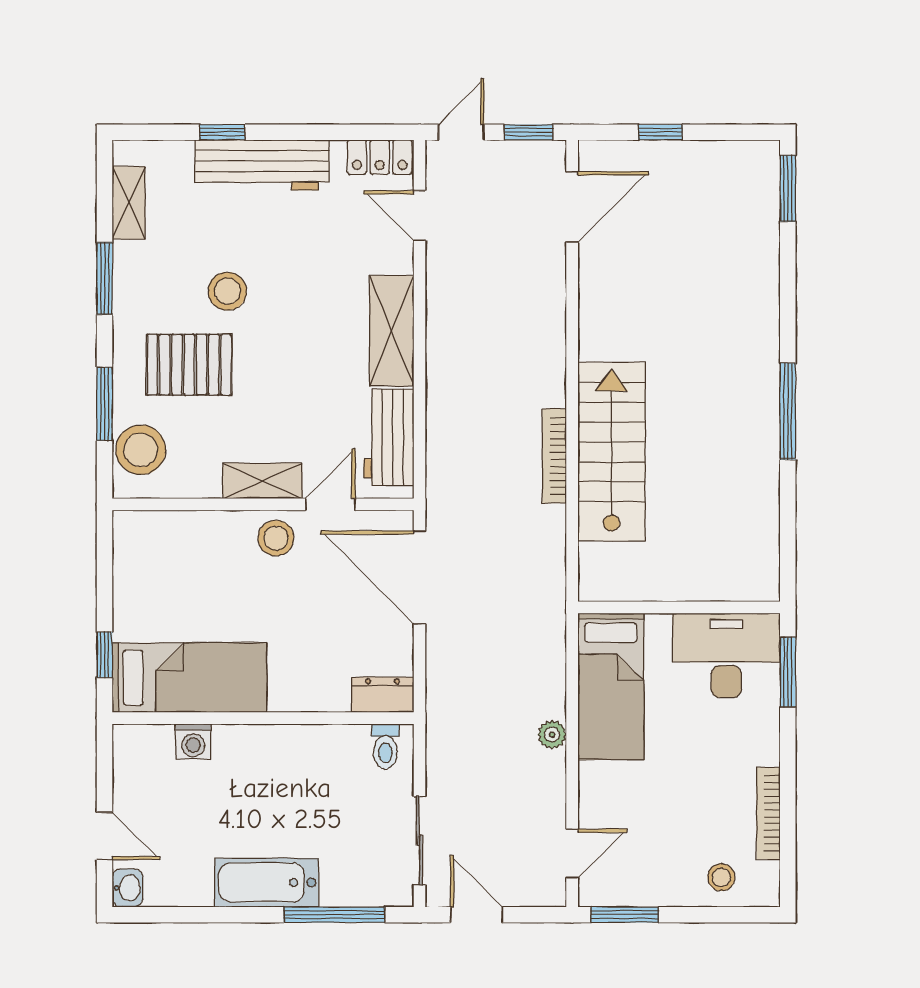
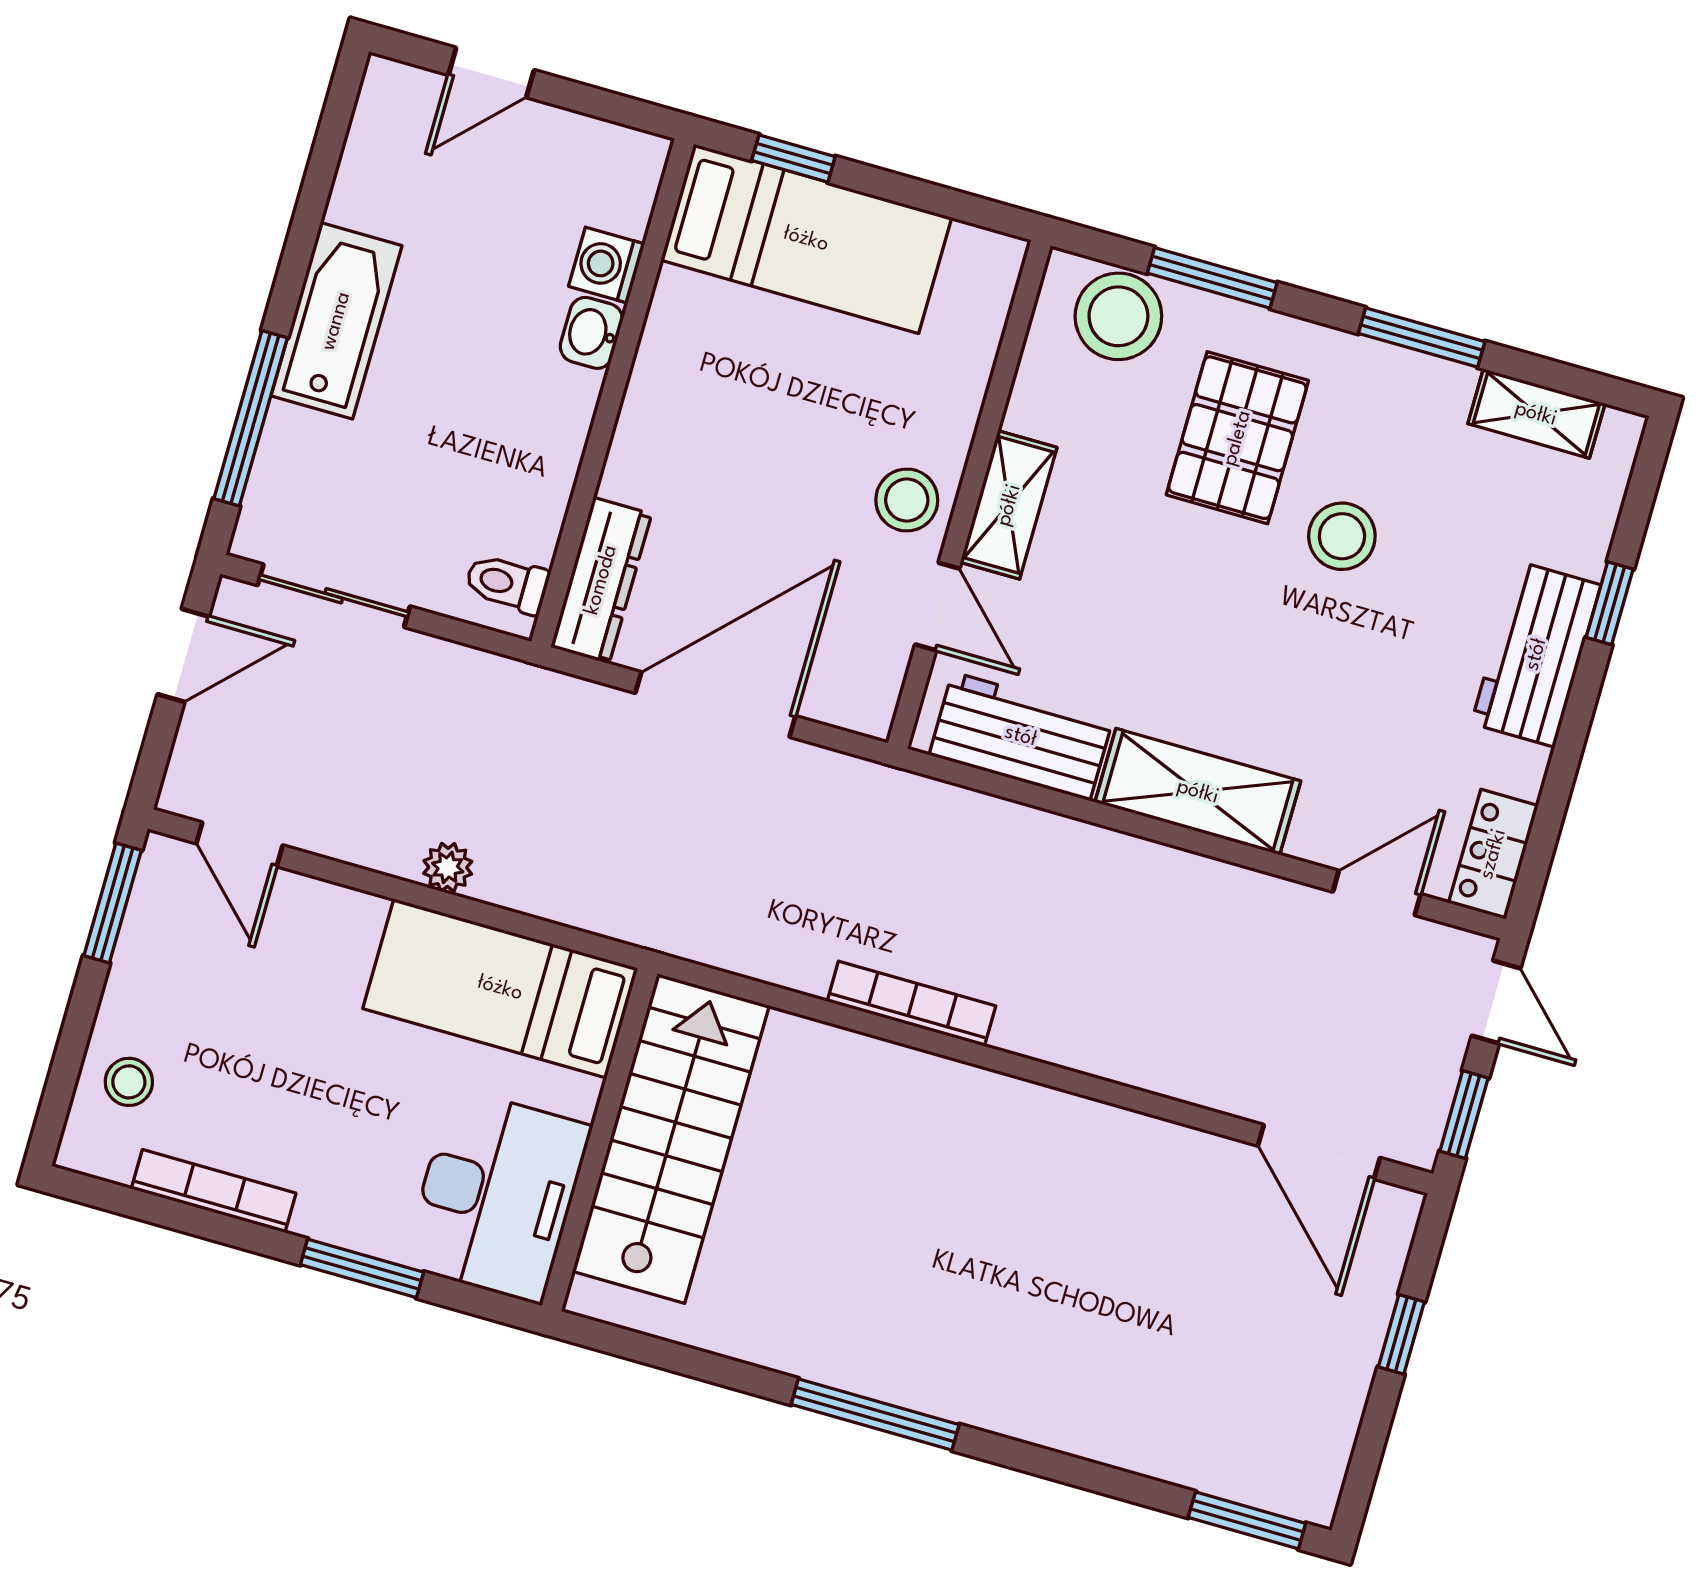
workbench: (262, 165) -> (1536, 654), width x0.73
stairs: (612, 452) -> (671, 1139), moved, turned -90
door: (419, 577) -> (715, 704), moved
window: (788, 672) -> (362, 1268), moved
bed: (190, 678) -> (806, 239), moved, turned -90
dresser: (382, 695) -> (601, 580), width x1.44
washbasin: (128, 888) -> (591, 333), moved, turned 90

